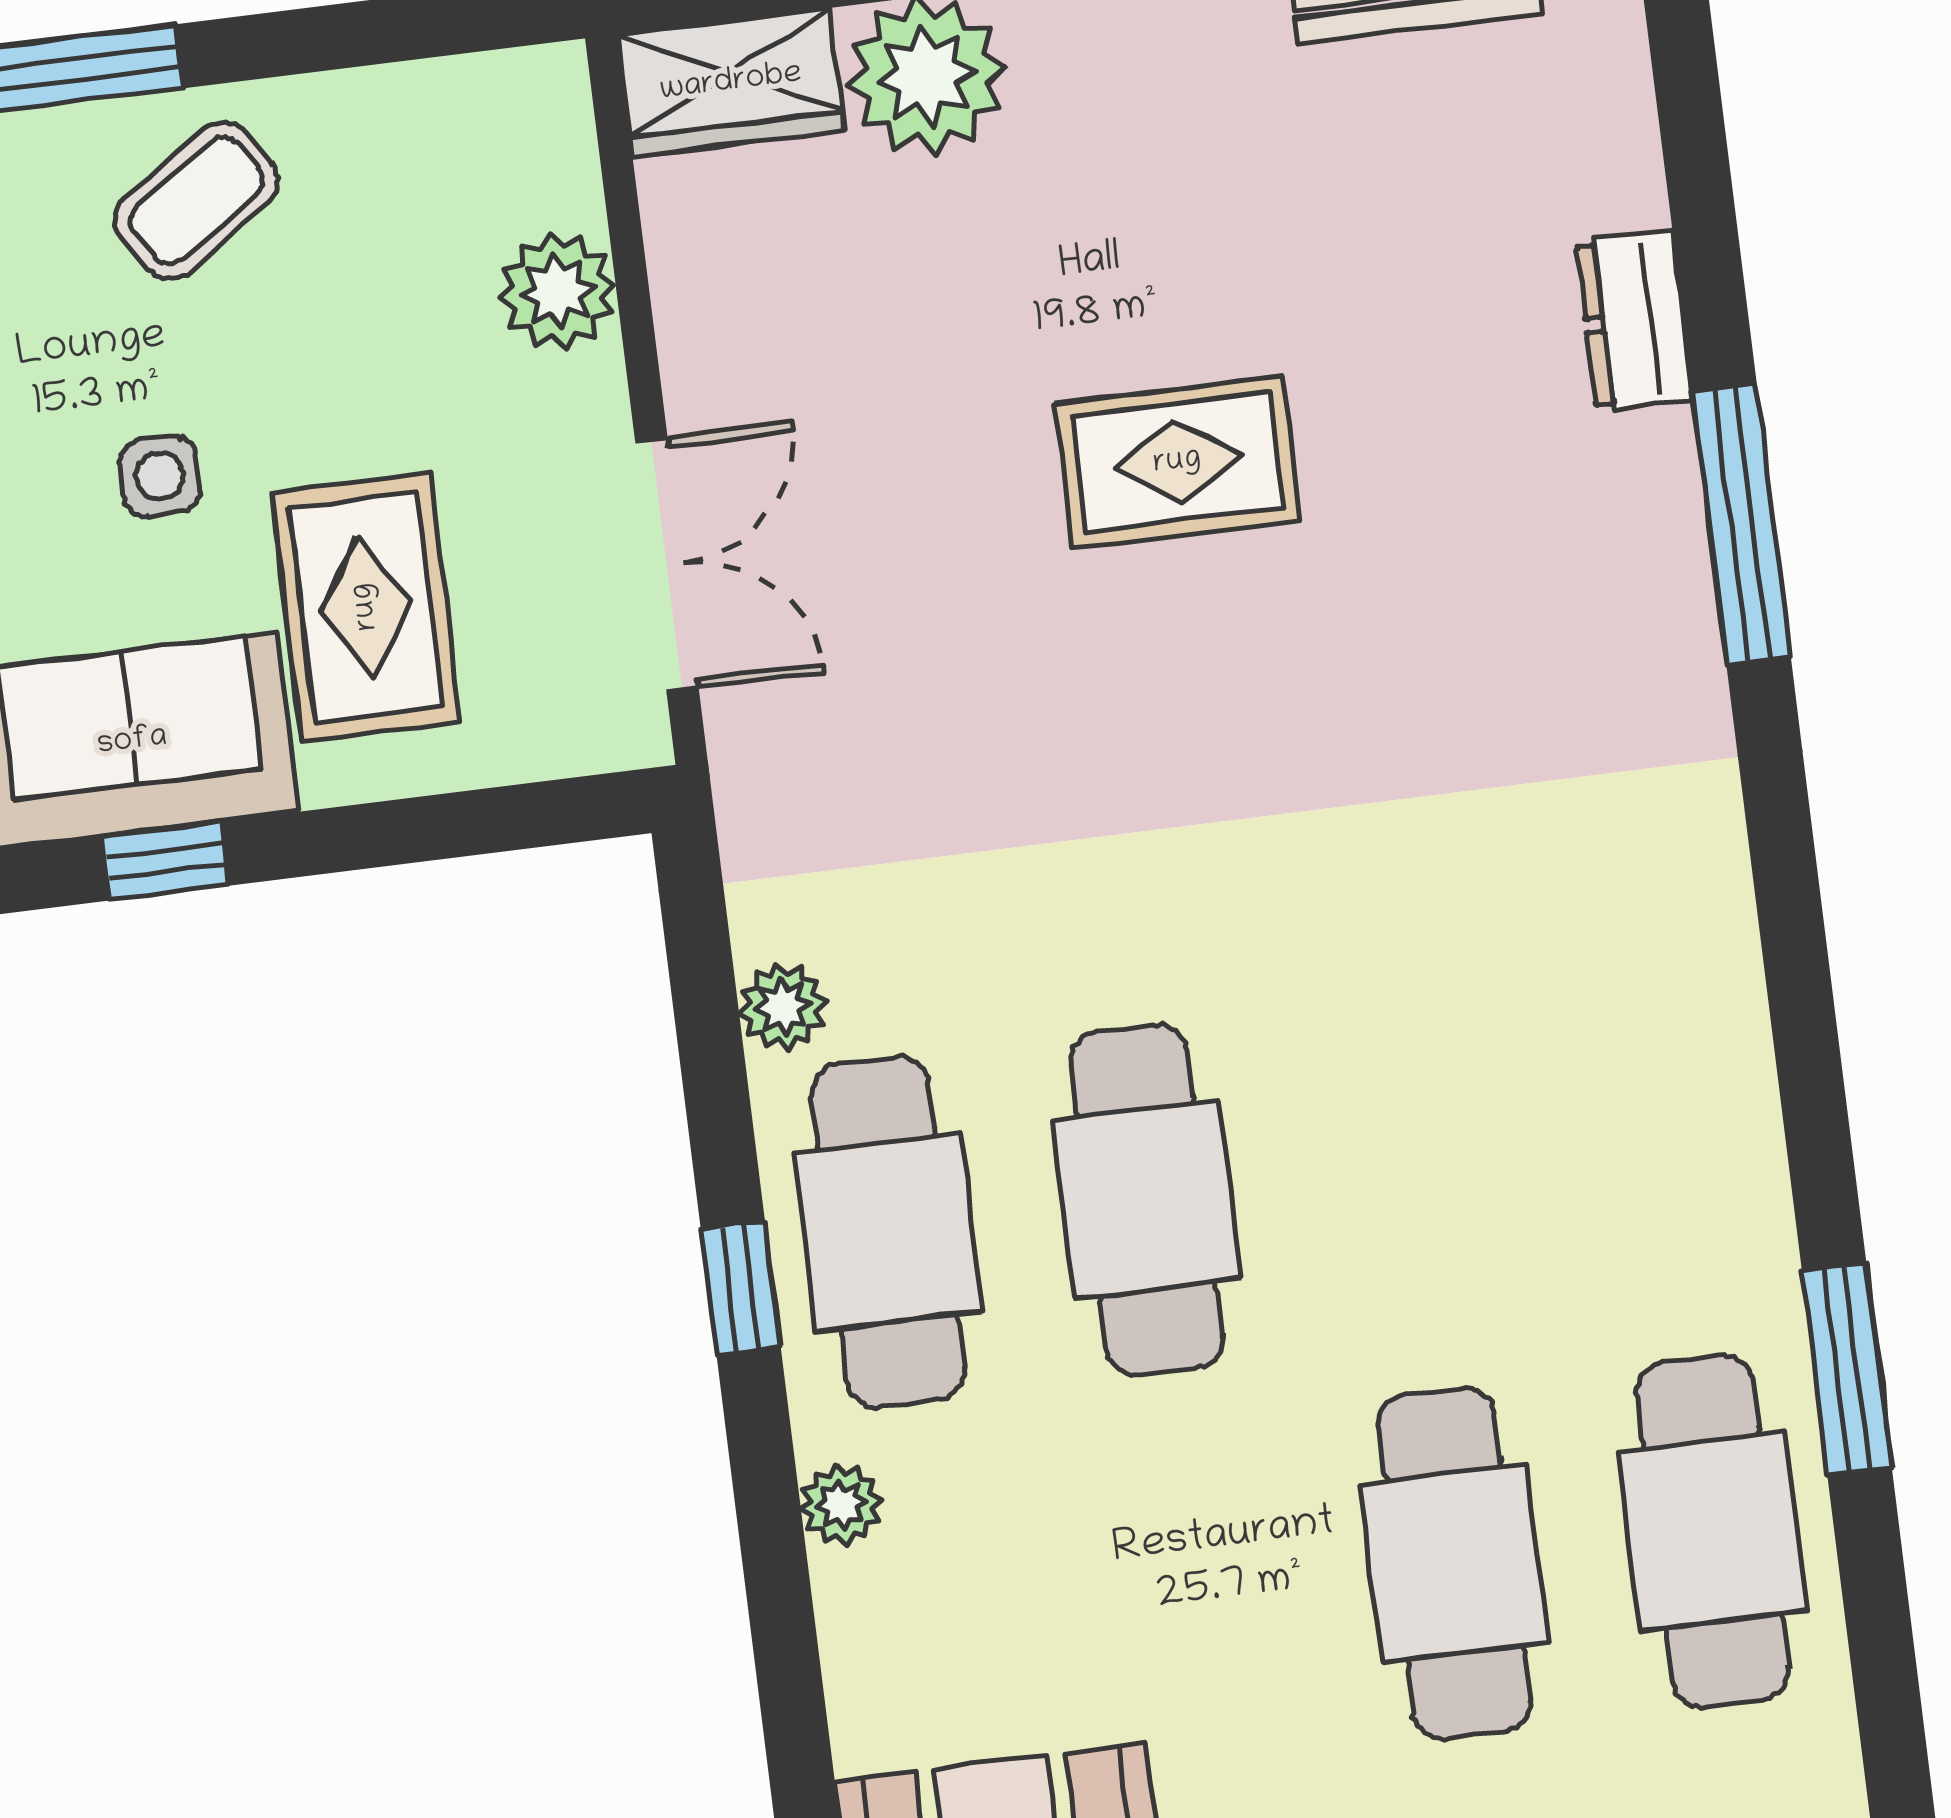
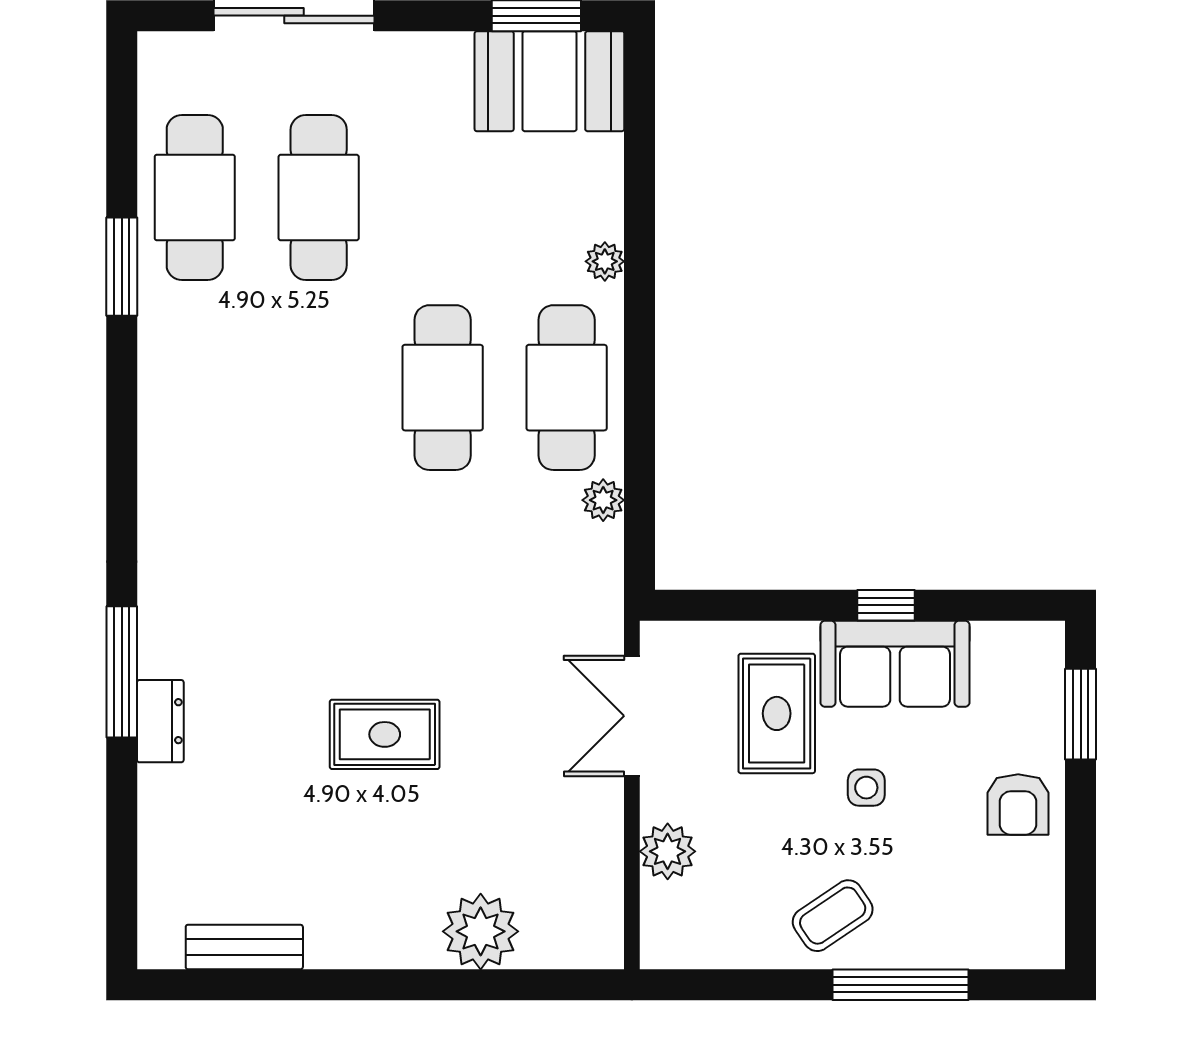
wardrobe: (731, 83) -> (573, 940), removed
dresser: (1635, 320) -> (160, 721), moved
window: (741, 1288) -> (640, 370), removed

